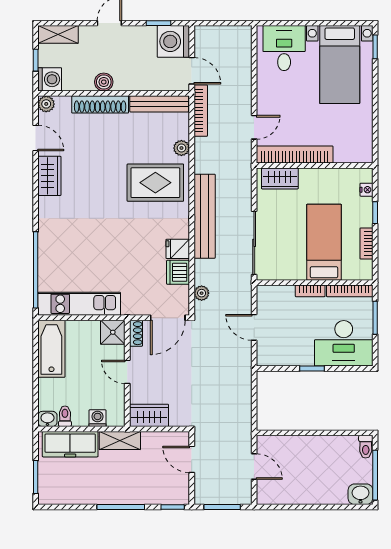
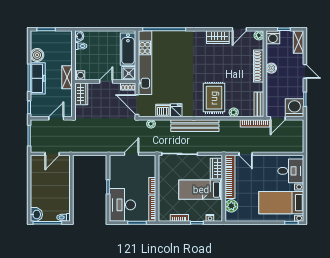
bench: (159, 104) -> (259, 104), width x0.73
plant: (345, 152) -> (231, 206), added
bed: (324, 242) -> (201, 190), moved, turned 180
kitchen unit: (79, 304) -> (145, 63), width x1.36
bathtub: (51, 349) -> (128, 49), moved, turned 90
washing machine: (98, 418) -> (80, 75), moved
freezer: (70, 444) -> (38, 78), moved, turned 180
boiler: (81, 493) -> (37, 55), added

